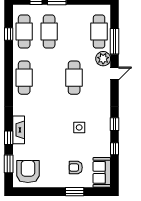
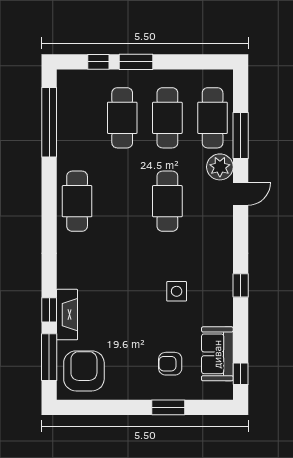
cafe table: (24, 31) -> (167, 118), moved
window: (9, 34) -> (49, 122), width x3.17
fireplace: (19, 130) -> (67, 315), moved
window: (115, 149) -> (241, 374), moved
window: (9, 164) -> (49, 357), width x1.44
sofa: (102, 172) -> (217, 354), moved

